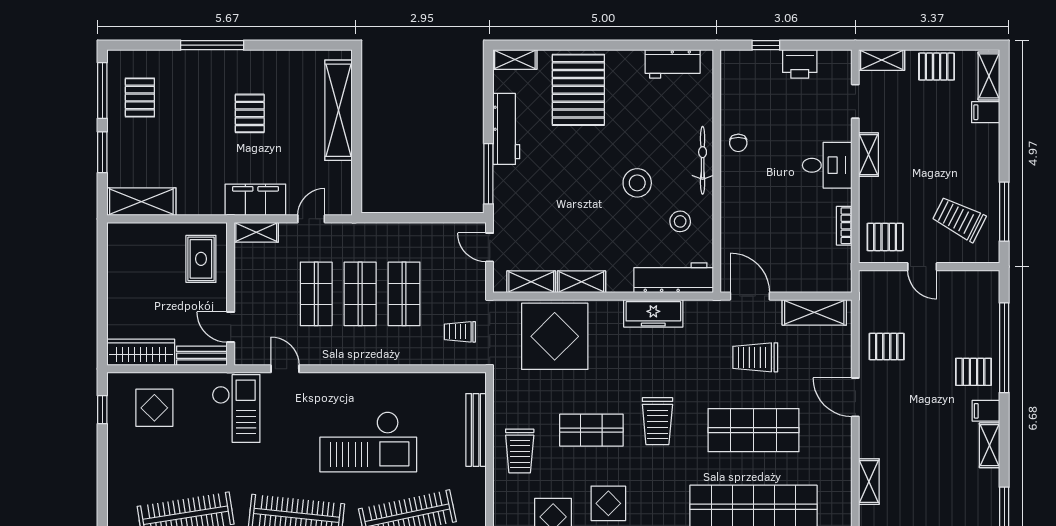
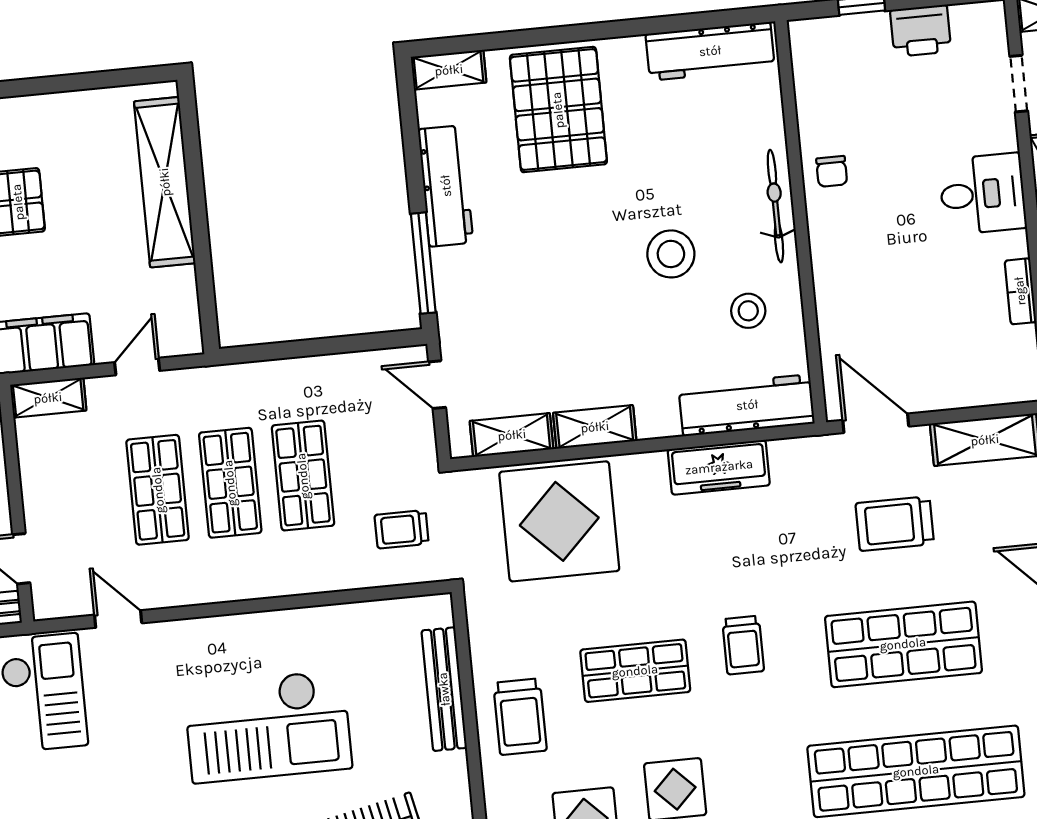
workbench: (673, 64) -> (710, 51), width x1.38
trolley: (657, 421) -> (743, 645), width x0.73, depth x0.72

